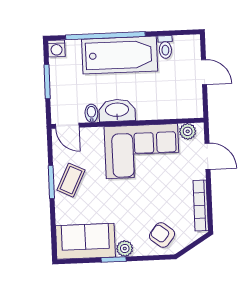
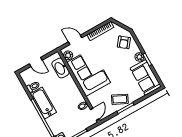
bathtub: (120, 55) -> (43, 103), width x0.73, depth x0.73
door: (204, 72) -> (36, 62), swing flipped
washbasin: (117, 110) -> (61, 68), moved
door: (207, 156) -> (75, 40), hinge flipped

